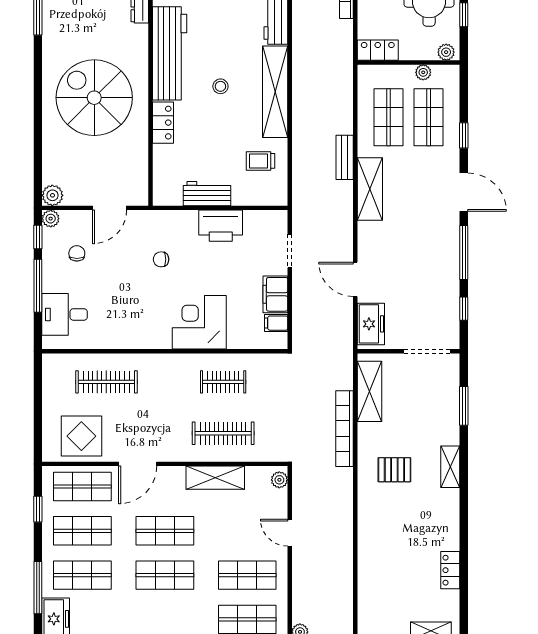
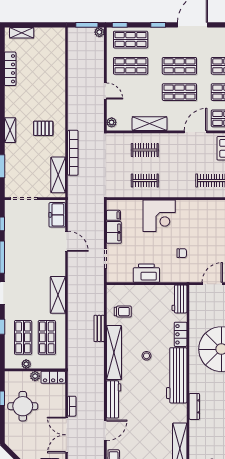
plant: (446, 52) -> (35, 376), moved
bench: (345, 157) -> (99, 328), moved
workbench: (207, 194) -> (180, 299), moved, turned 90
clothes rail: (223, 433) -> (145, 150), width x0.73
locker: (450, 570) -> (10, 69), width x1.53

